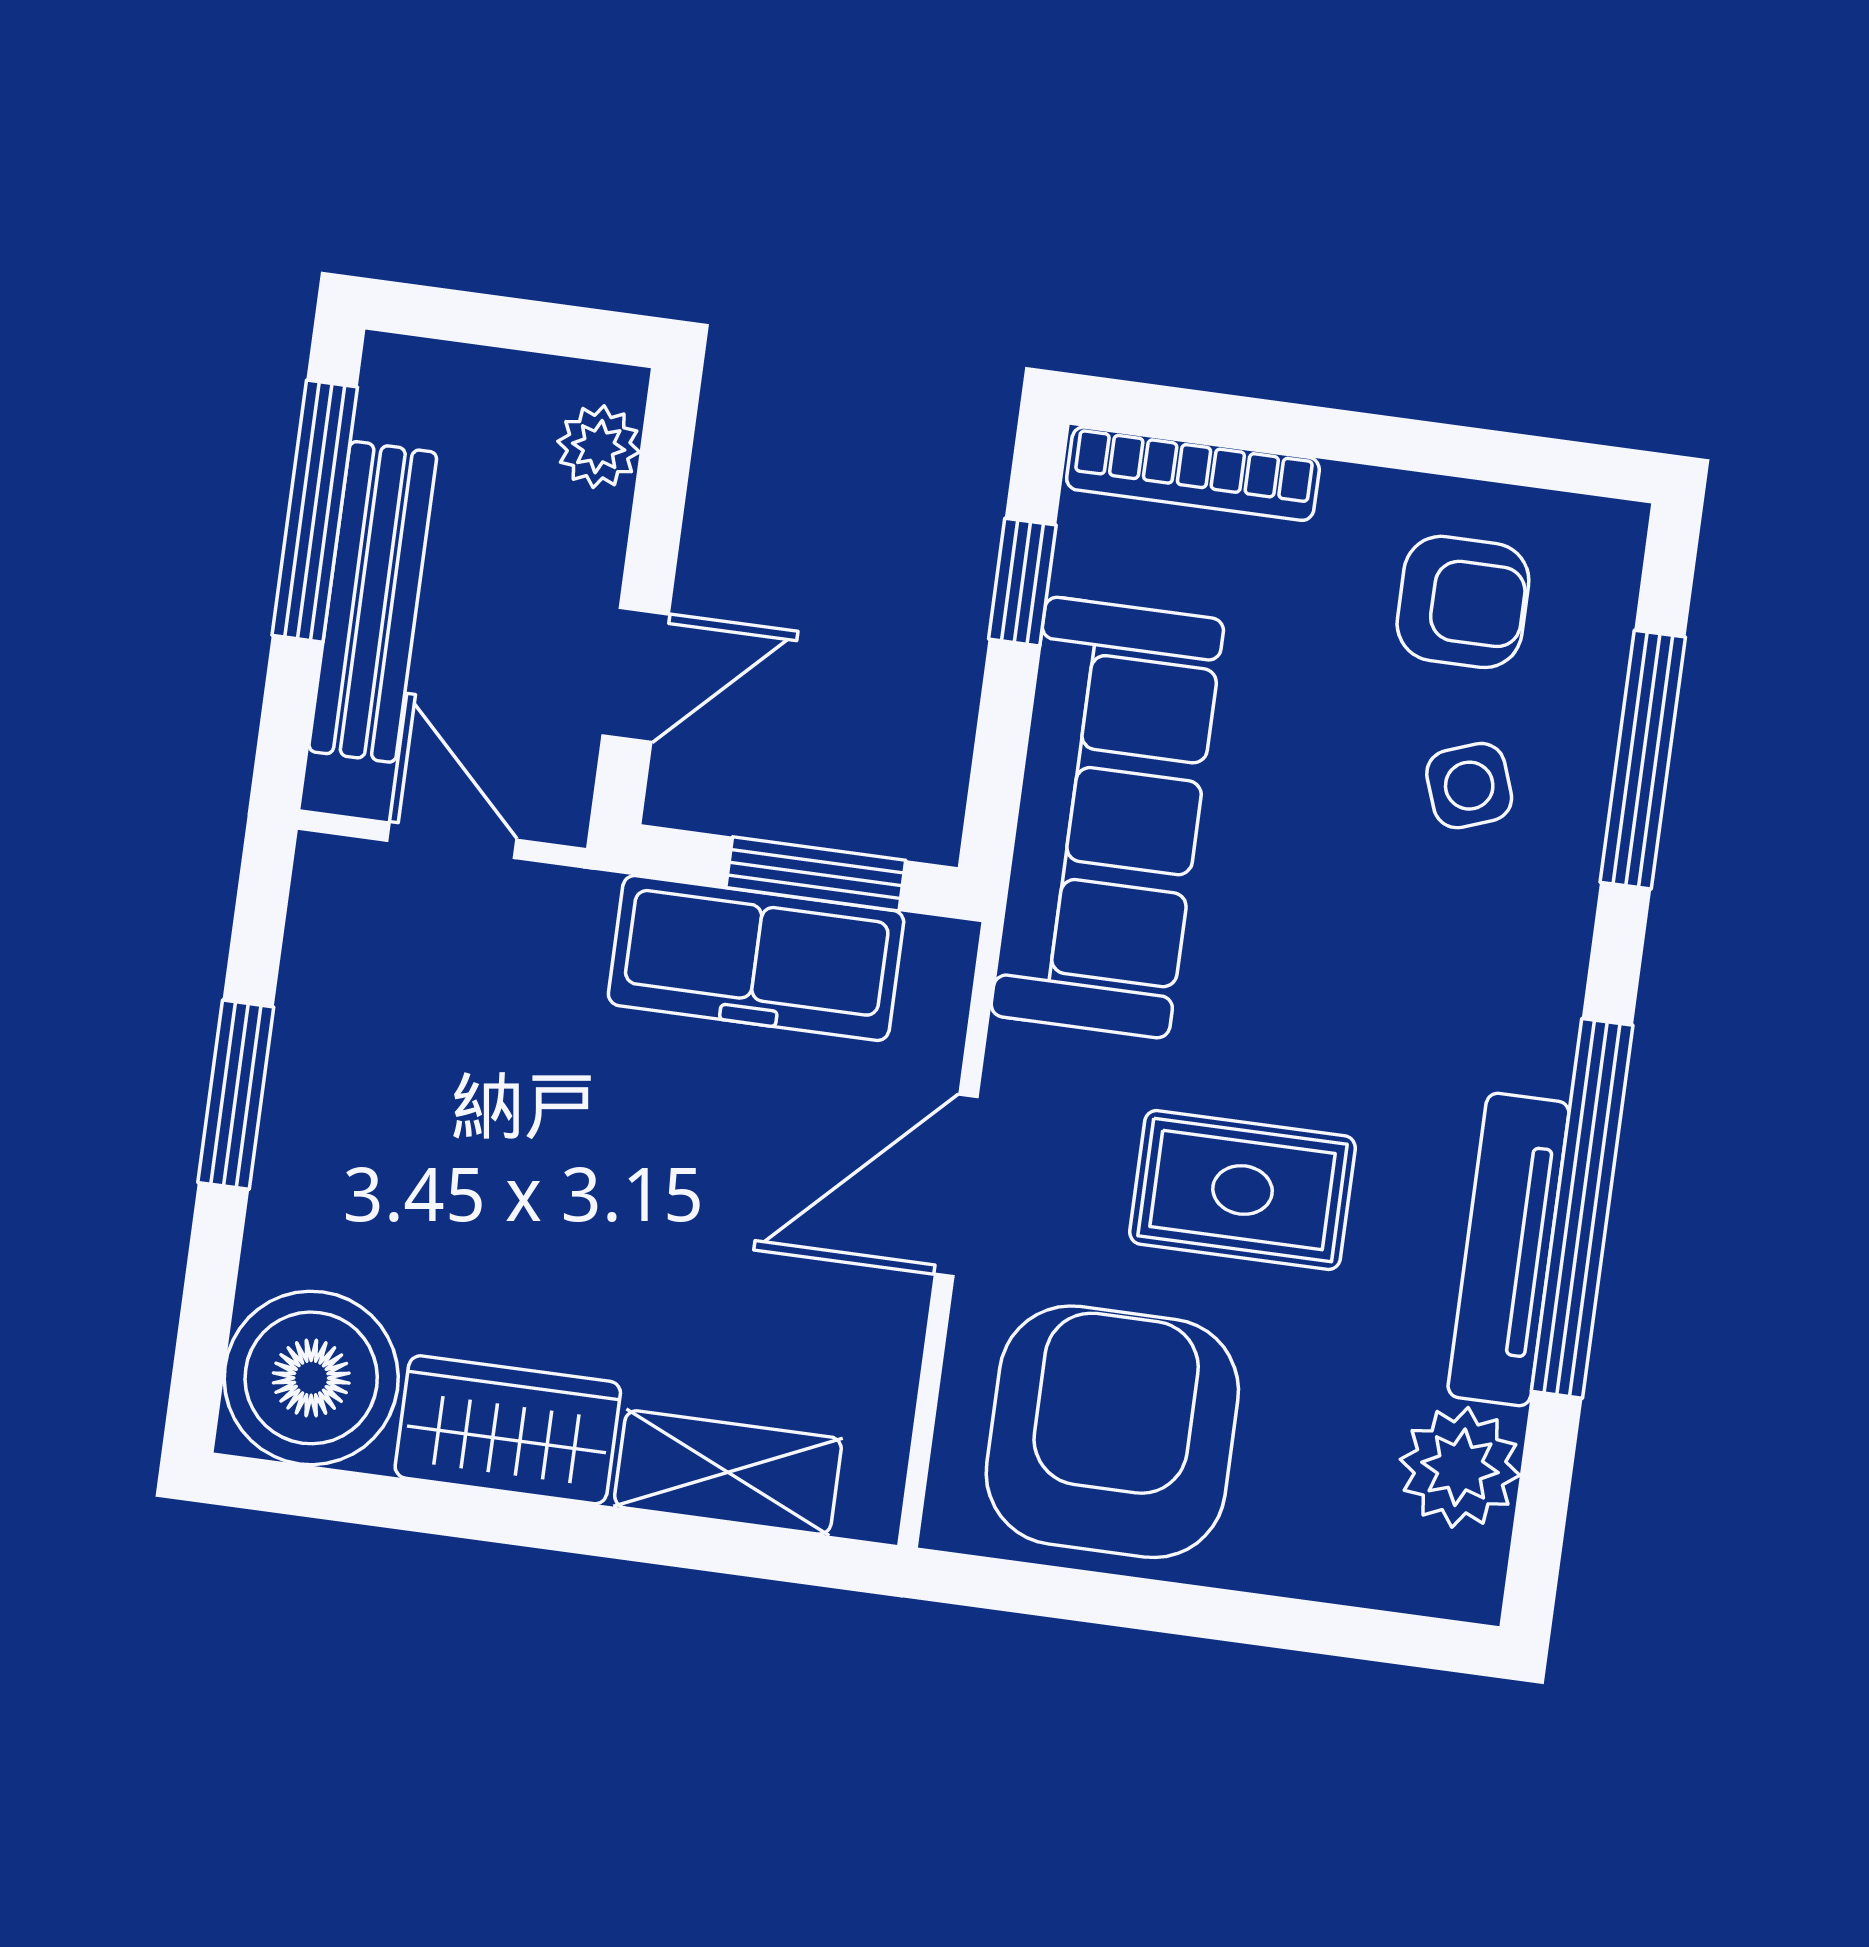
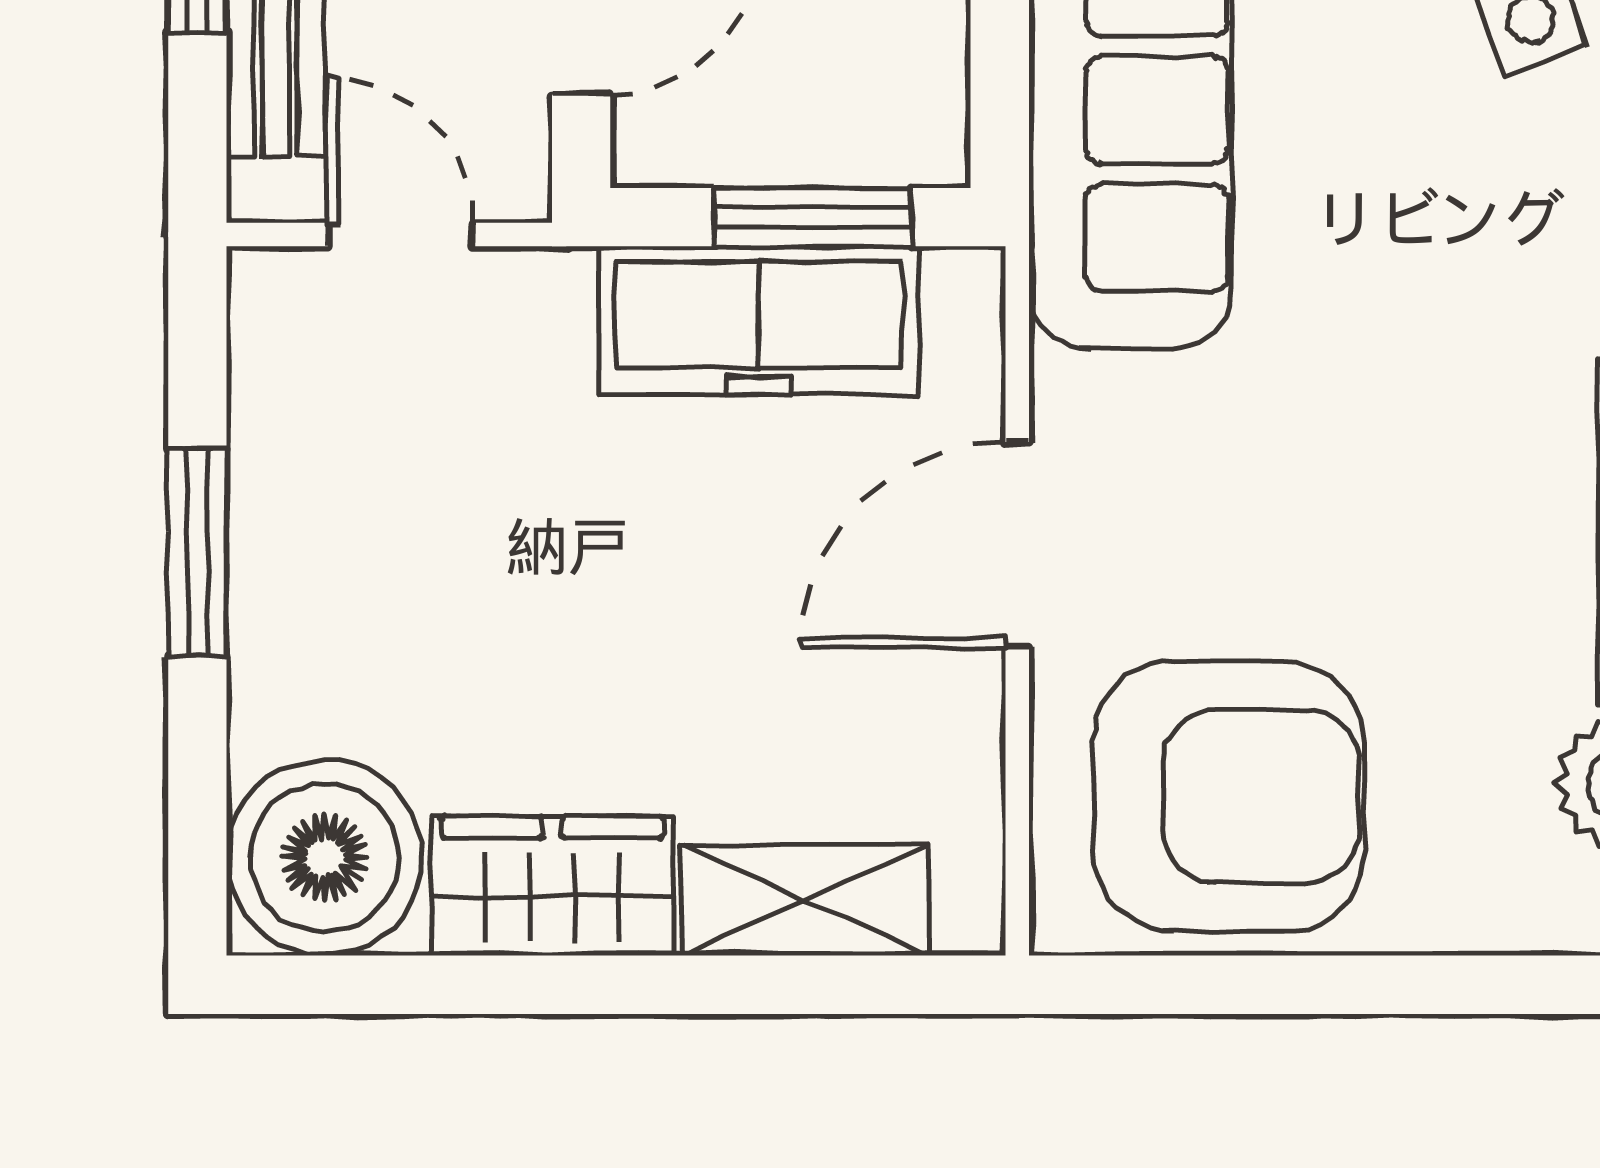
rug: (1243, 1190) -> (1338, 506), removed
armchair: (1112, 1432) -> (1229, 797), turned 90

